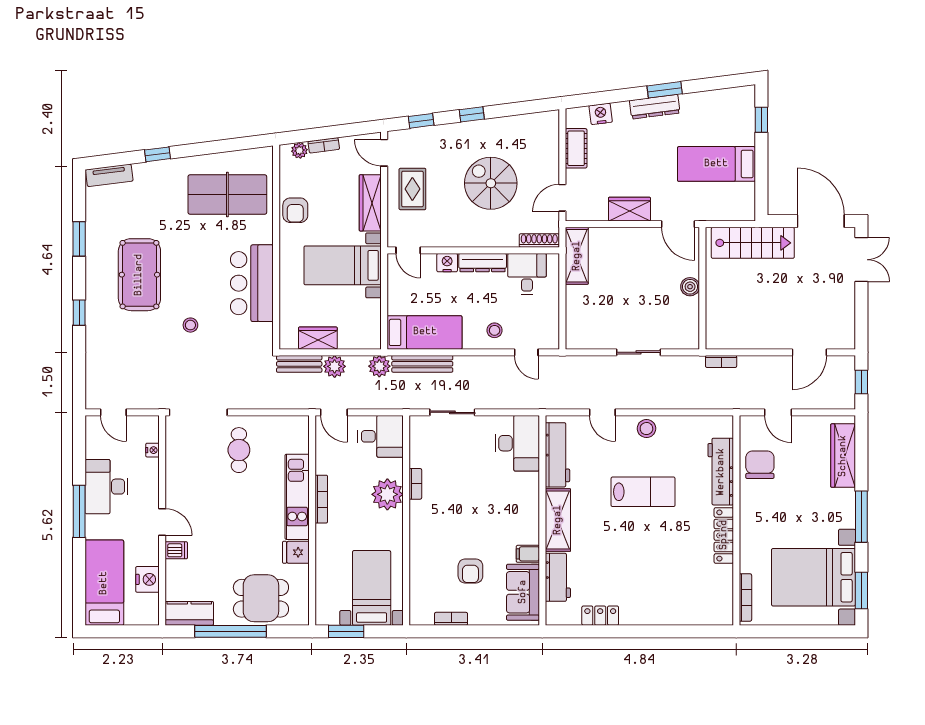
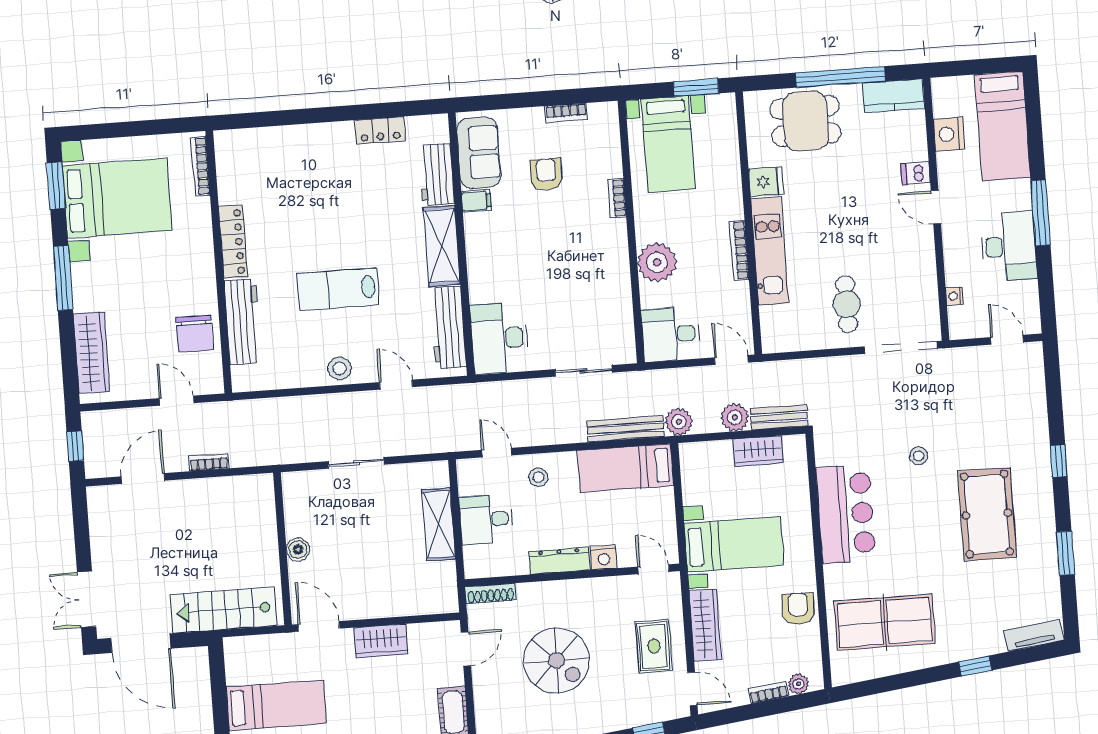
shelving: (577, 256) -> (439, 524), moved
desk: (527, 274) -> (486, 519), moved, turned 90
bookcase: (721, 361) -> (209, 462), moved
bookcase: (415, 484) -> (617, 198), moved

